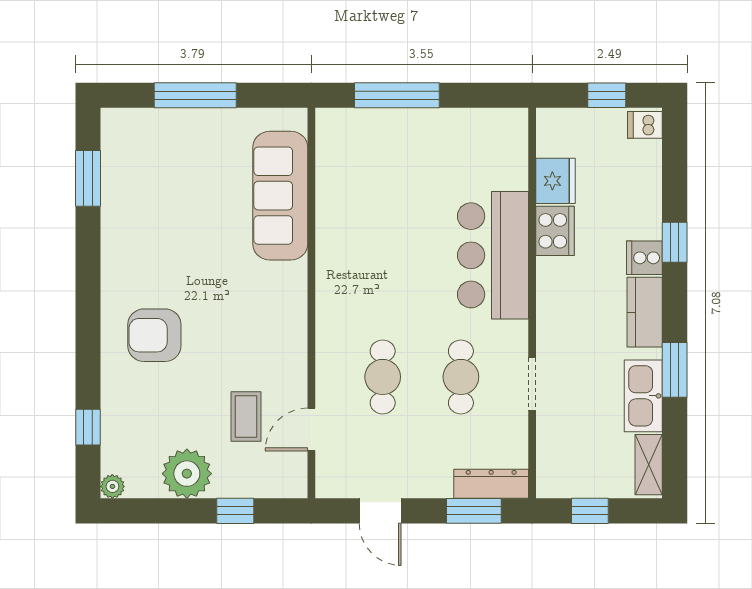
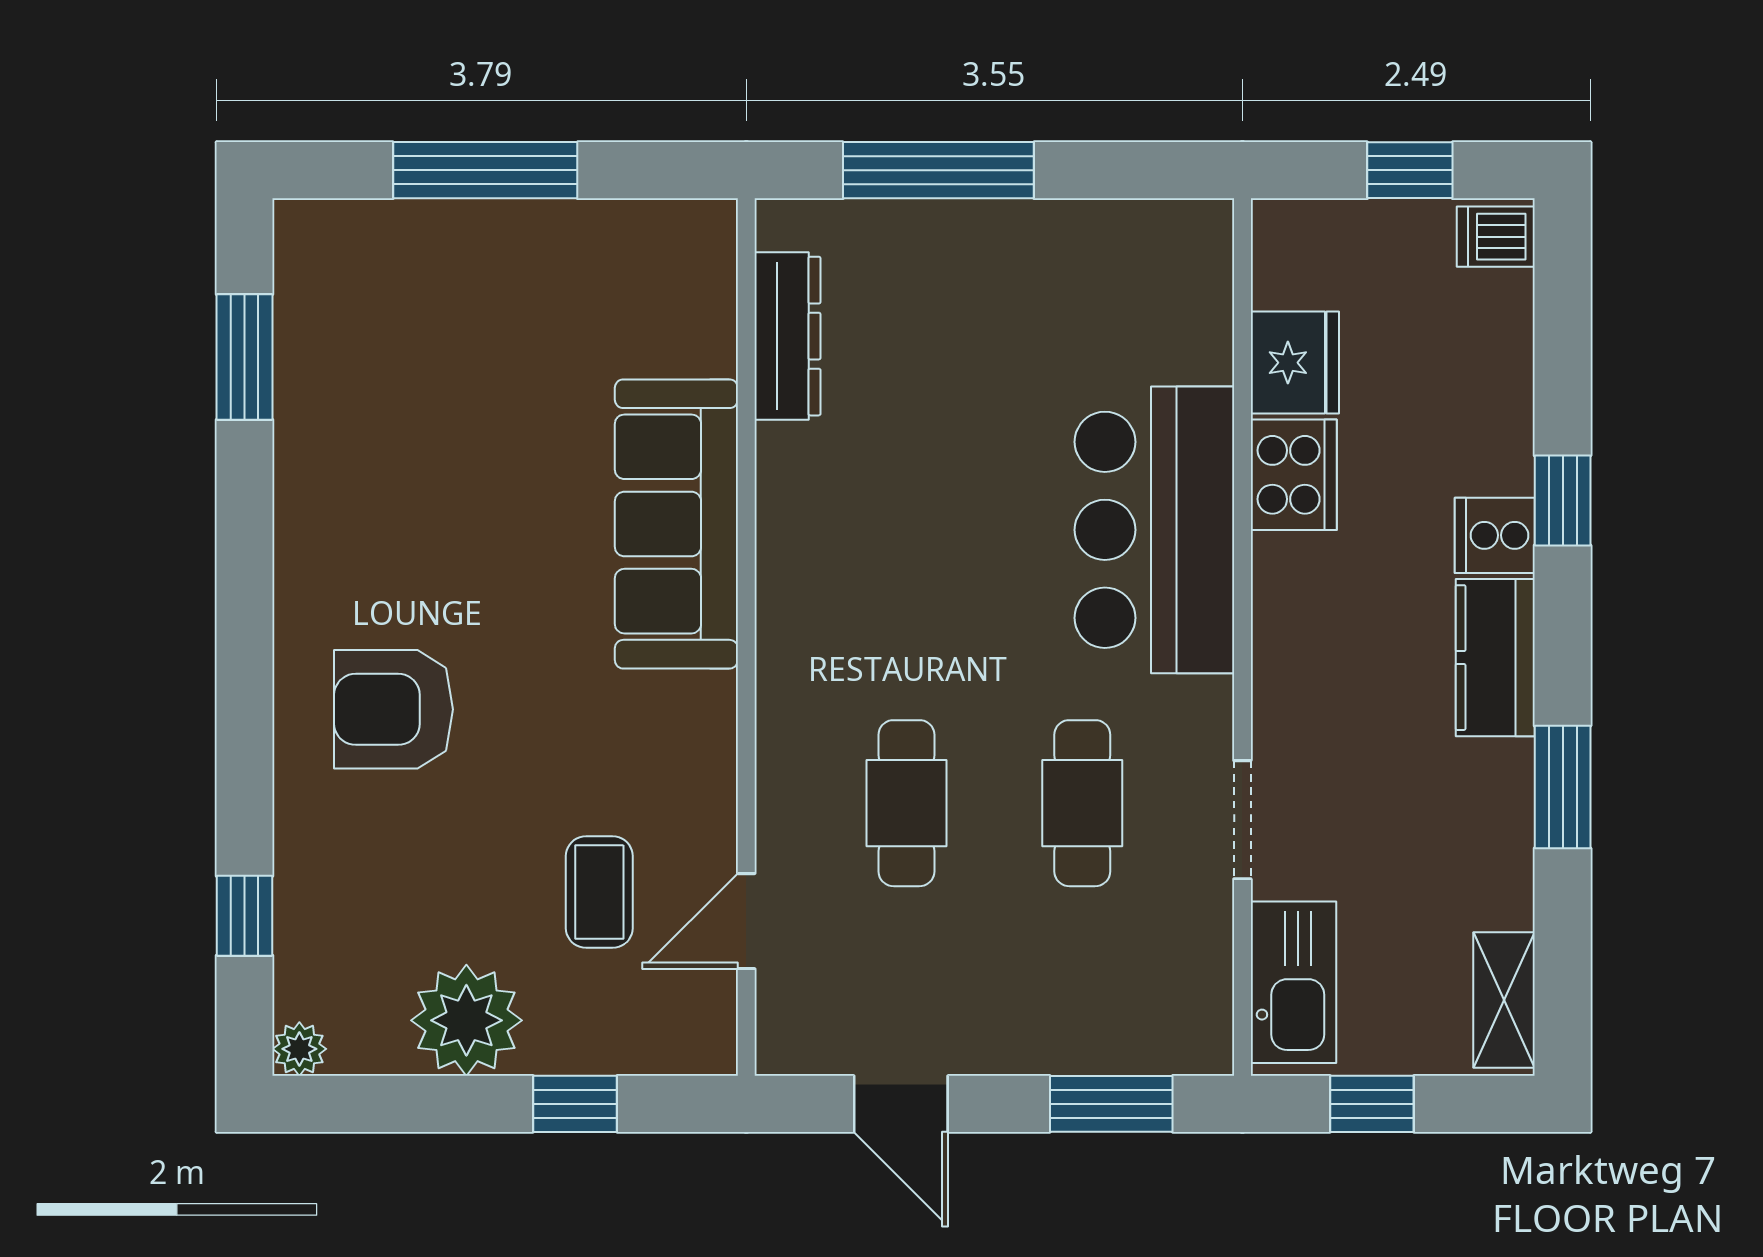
sofa: (280, 196) -> (676, 524), moved
kitchen sink: (643, 396) -> (1293, 982), moved, turned 180
dresser: (491, 484) -> (788, 336), moved, turned 90

